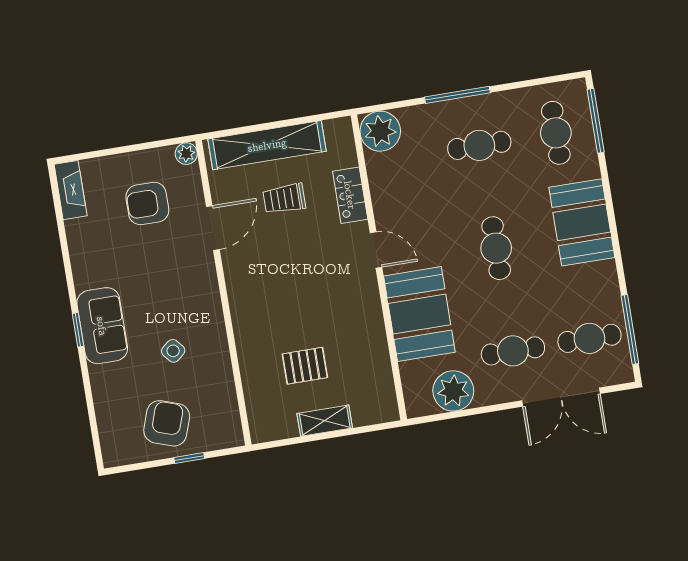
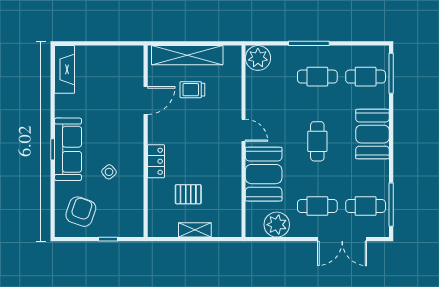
cafe table: (556, 133) -> (366, 77), turned 90
plant: (186, 154) -> (137, 52), removed
fireplace: (71, 190) -> (65, 69), width x1.37, depth x1.32
locker: (350, 195) -> (156, 161), moved, turned 180
armchair: (147, 203) -> (108, 79), removed
sofa: (102, 326) -> (68, 149), width x1.36
armchair: (167, 423) -> (81, 212), moved

